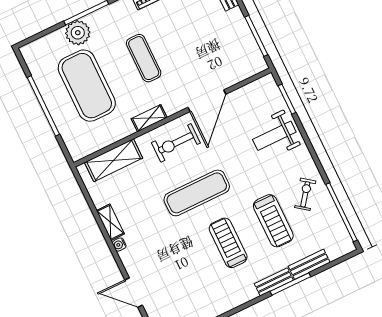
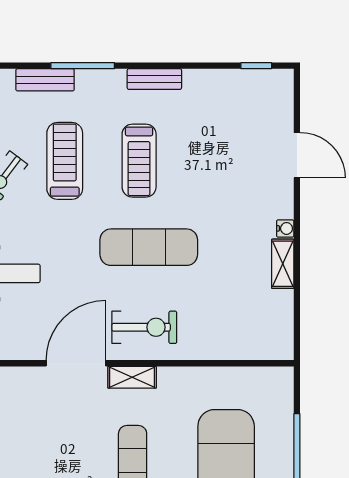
shelving: (149, 118) -> (132, 377), moved
shelving: (114, 160) -> (238, 344), removed
bench: (274, 282) -> (154, 79), moved

